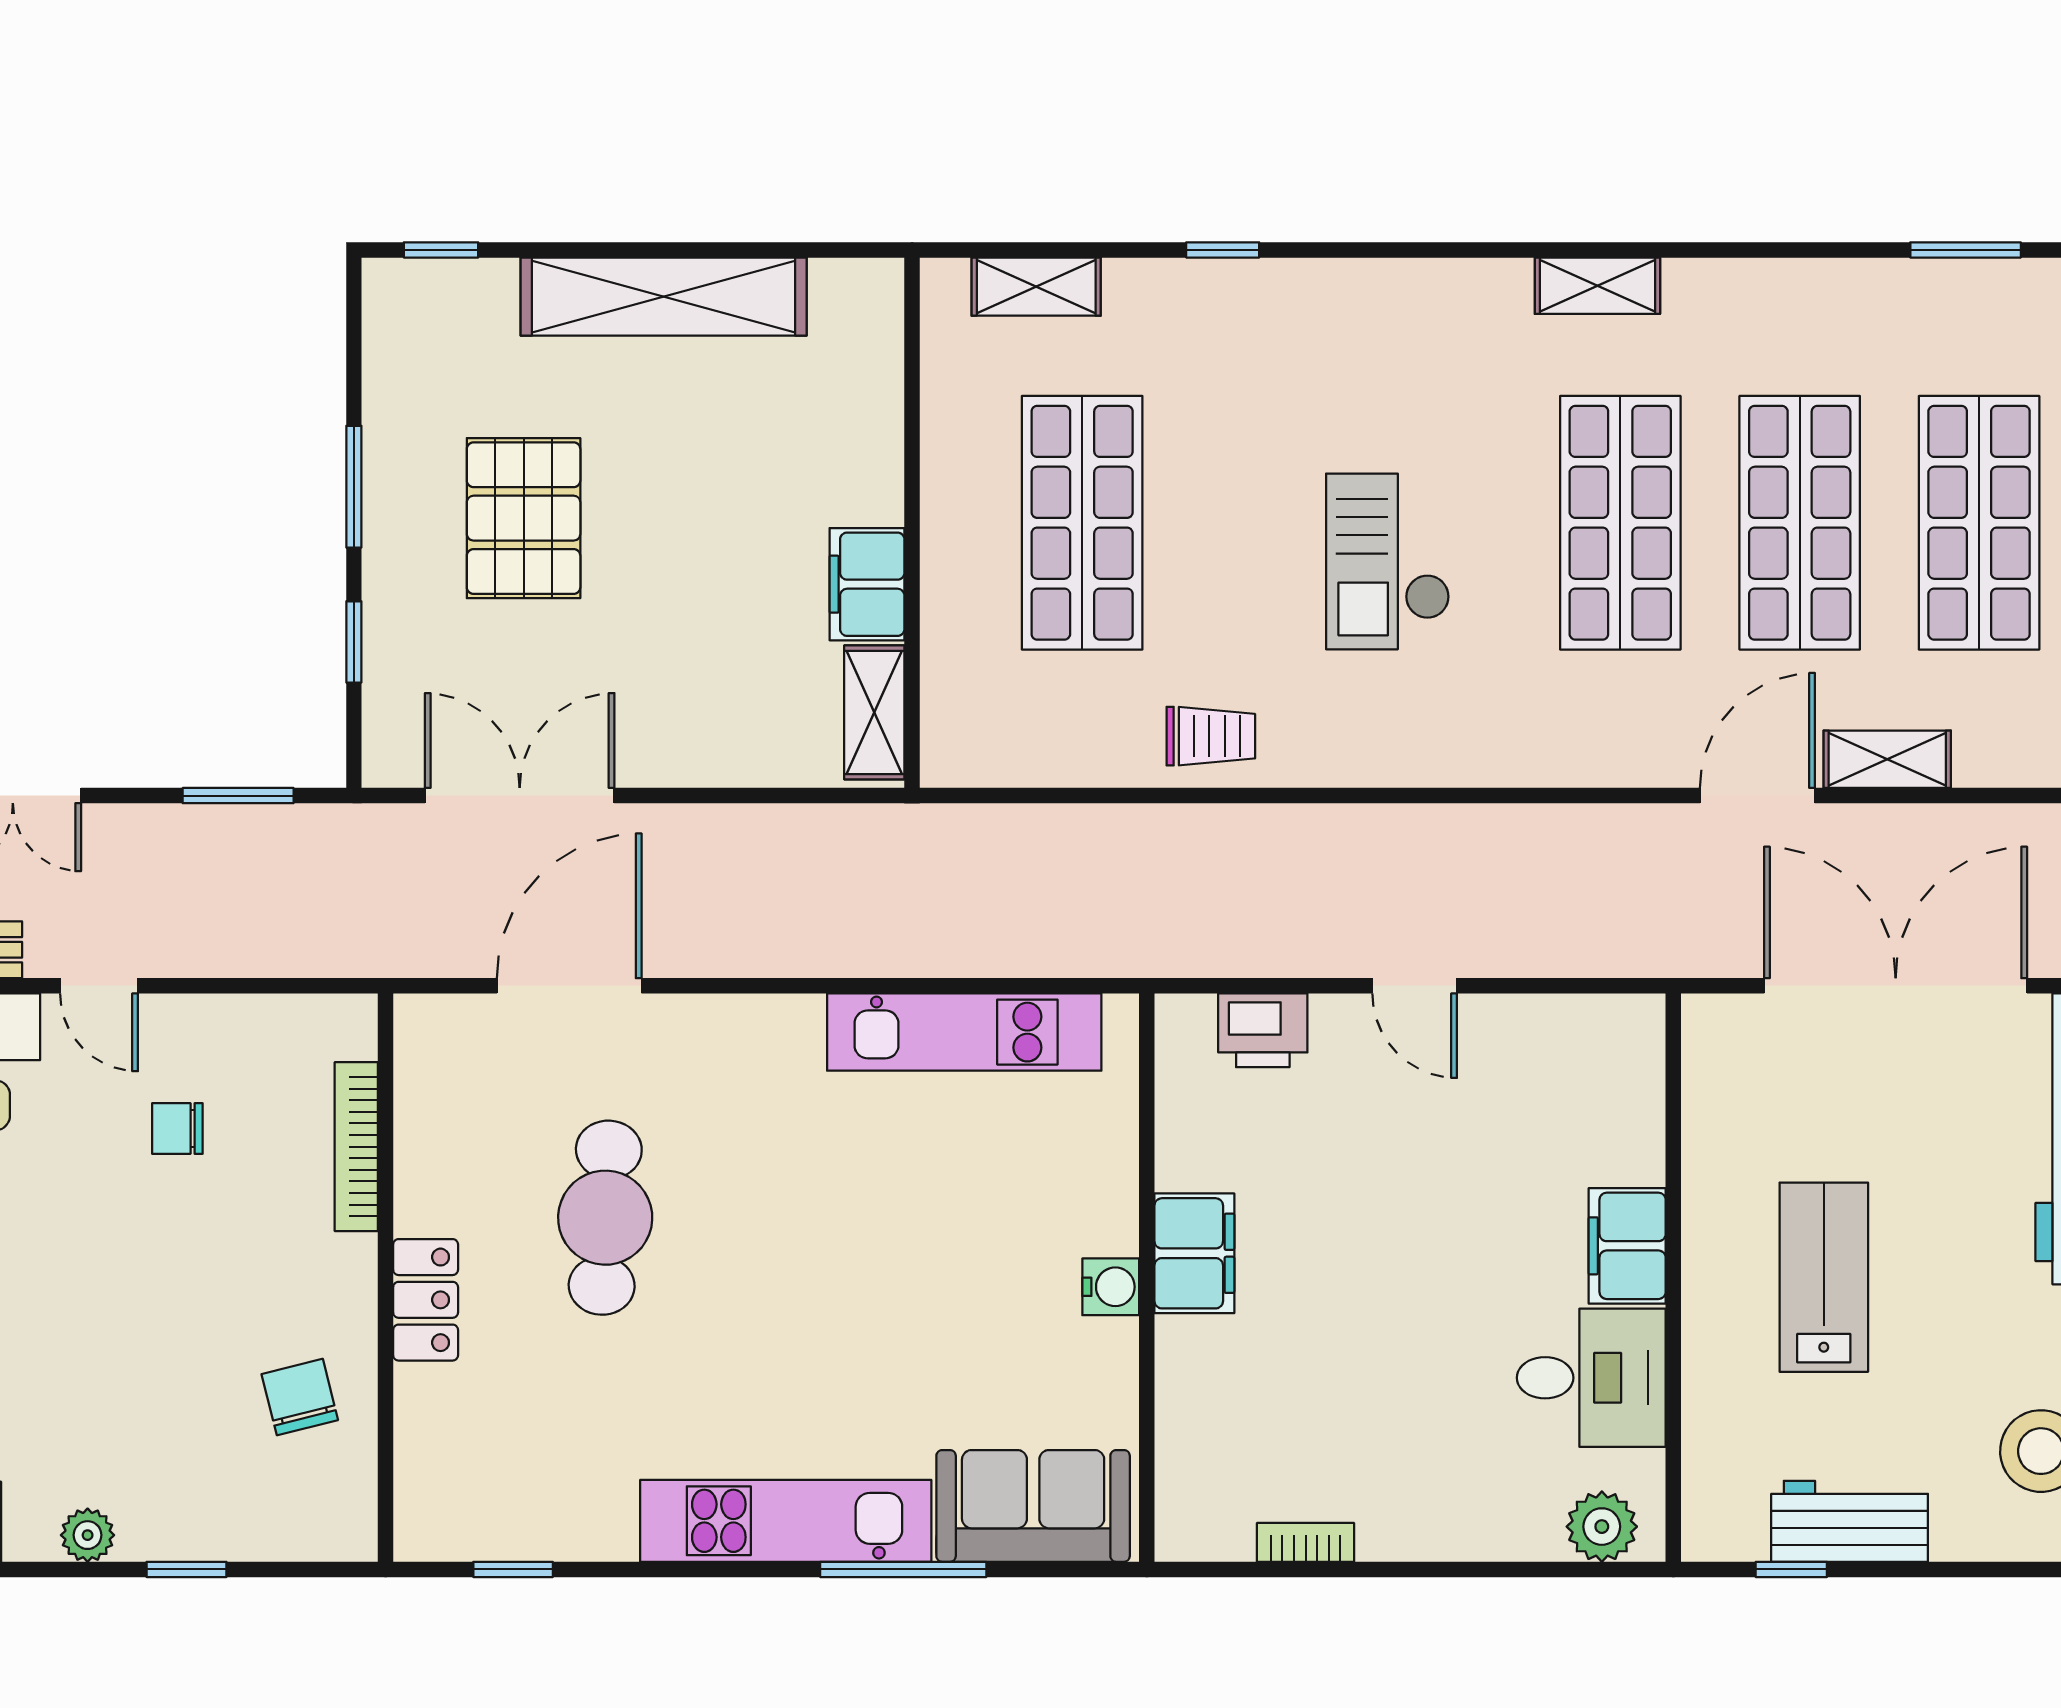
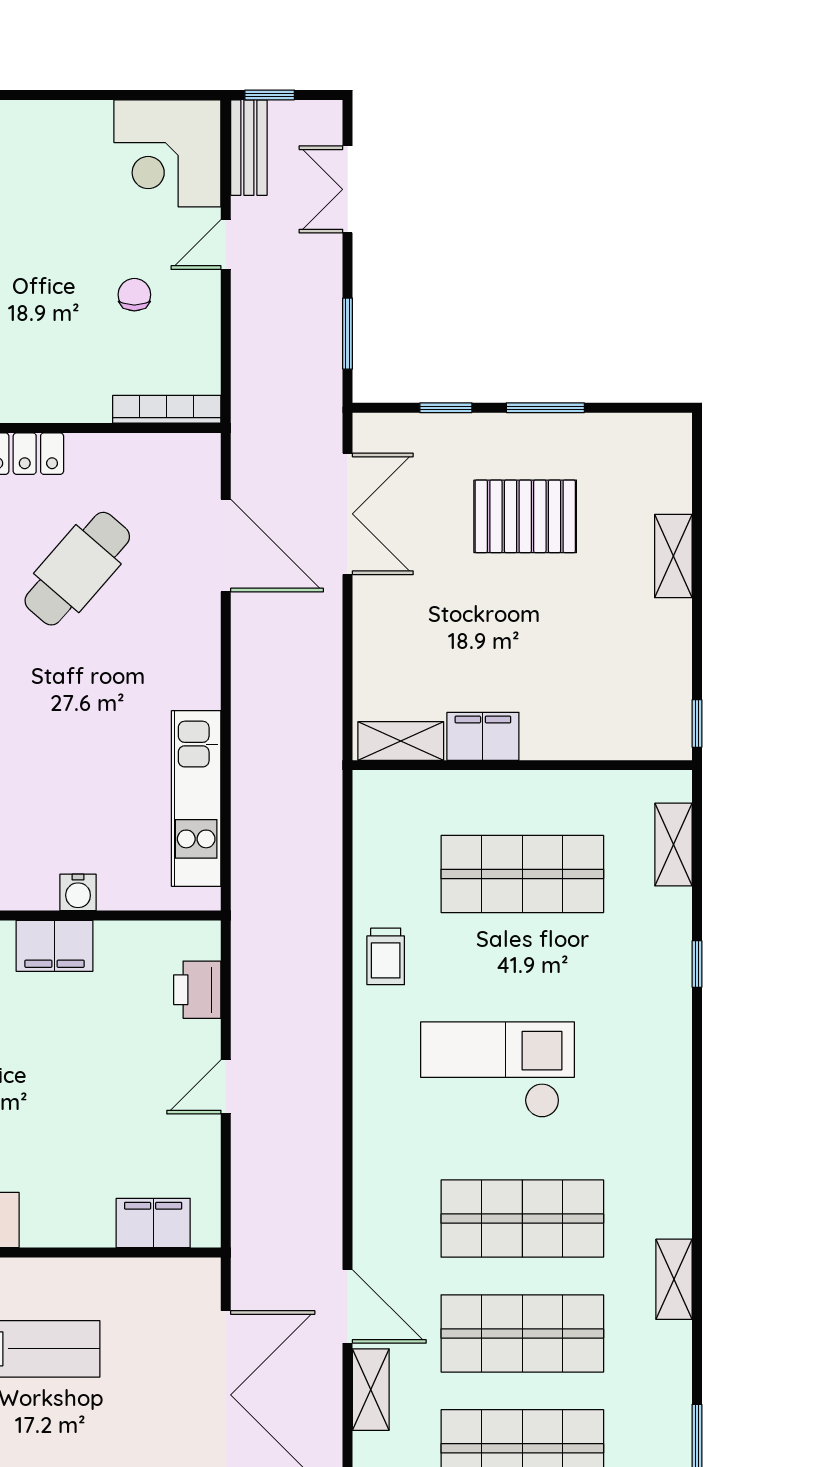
window: (441, 250) -> (697, 724), moved
shelving: (1597, 286) -> (674, 1279), moved
shelving: (664, 297) -> (673, 556), width x0.45, depth x0.75
checkout: (1388, 561) -> (497, 1070), width x1.36, depth x1.21
bookcase: (356, 1147) -> (167, 409), moved
cafe table: (605, 1218) -> (77, 569), turned -52
filing cabinet: (1627, 1246) -> (153, 1223), moved
water cooler: (1111, 1287) -> (78, 892), moved

